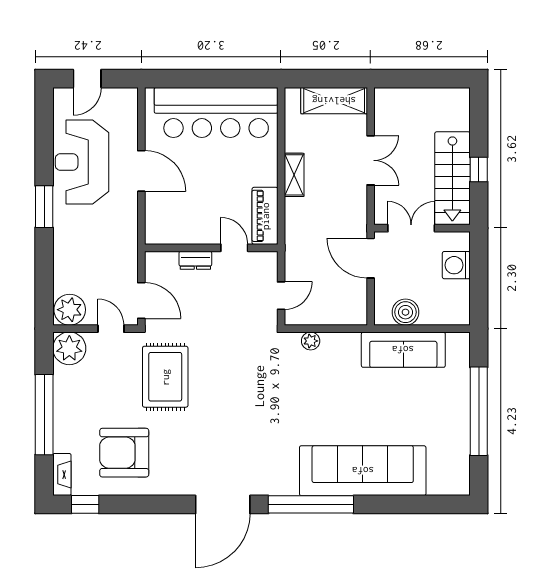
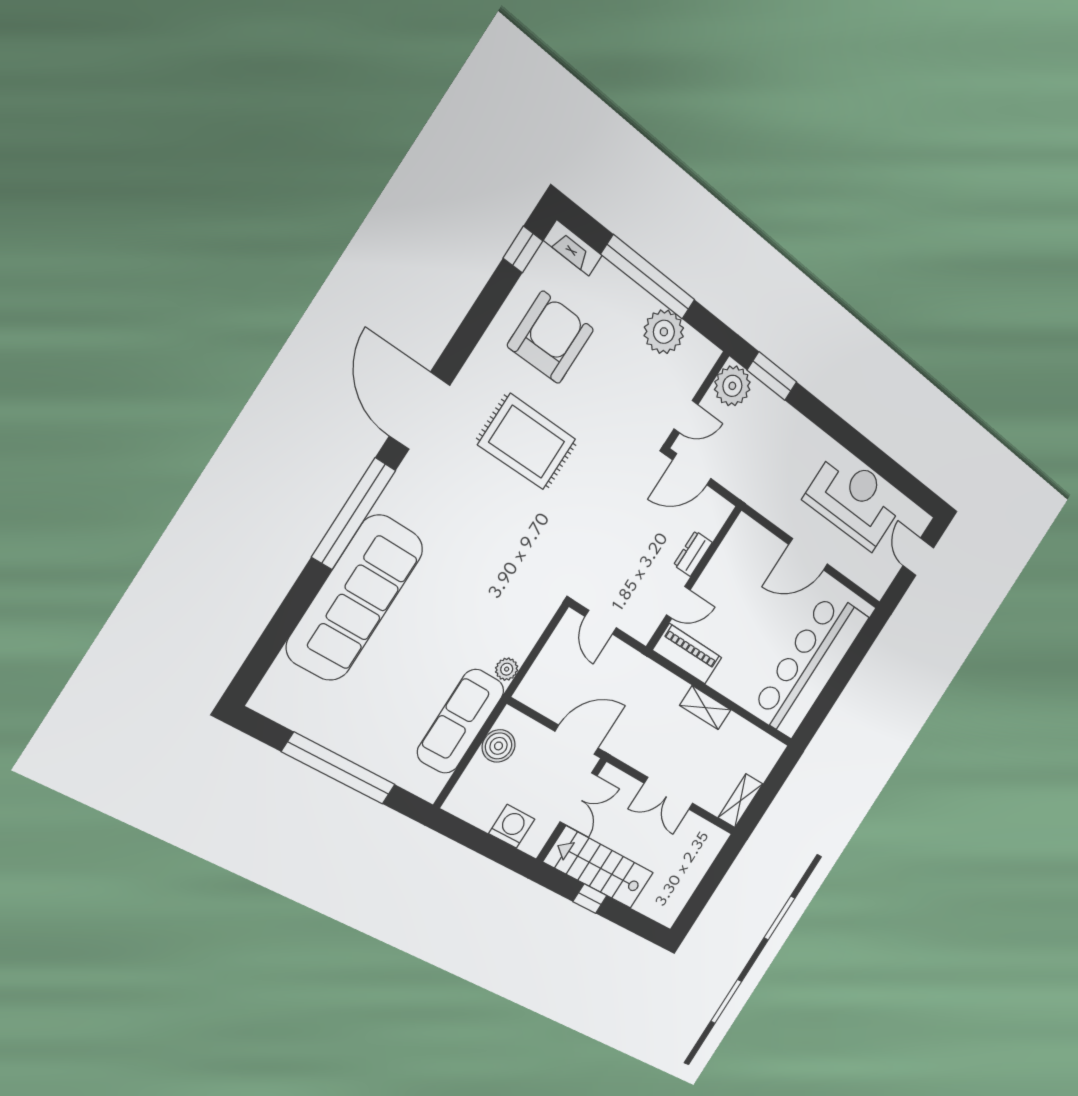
shelving: (334, 101) -> (740, 801), width x0.67, depth x0.75
window: (44, 207) -> (772, 376), moved
plant: (311, 341) -> (507, 669), moved
plant: (69, 348) -> (664, 332), moved
rug: (165, 377) -> (527, 442), moved

